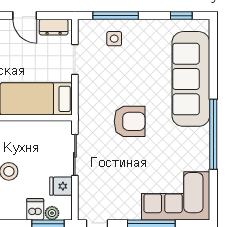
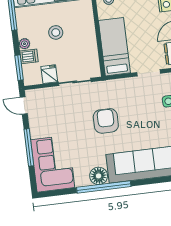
armchair: (130, 121) -> (106, 121), turned 180
floor lamp: (198, 139) -> (99, 176), added
plant: (52, 213) -> (24, 44), moved

